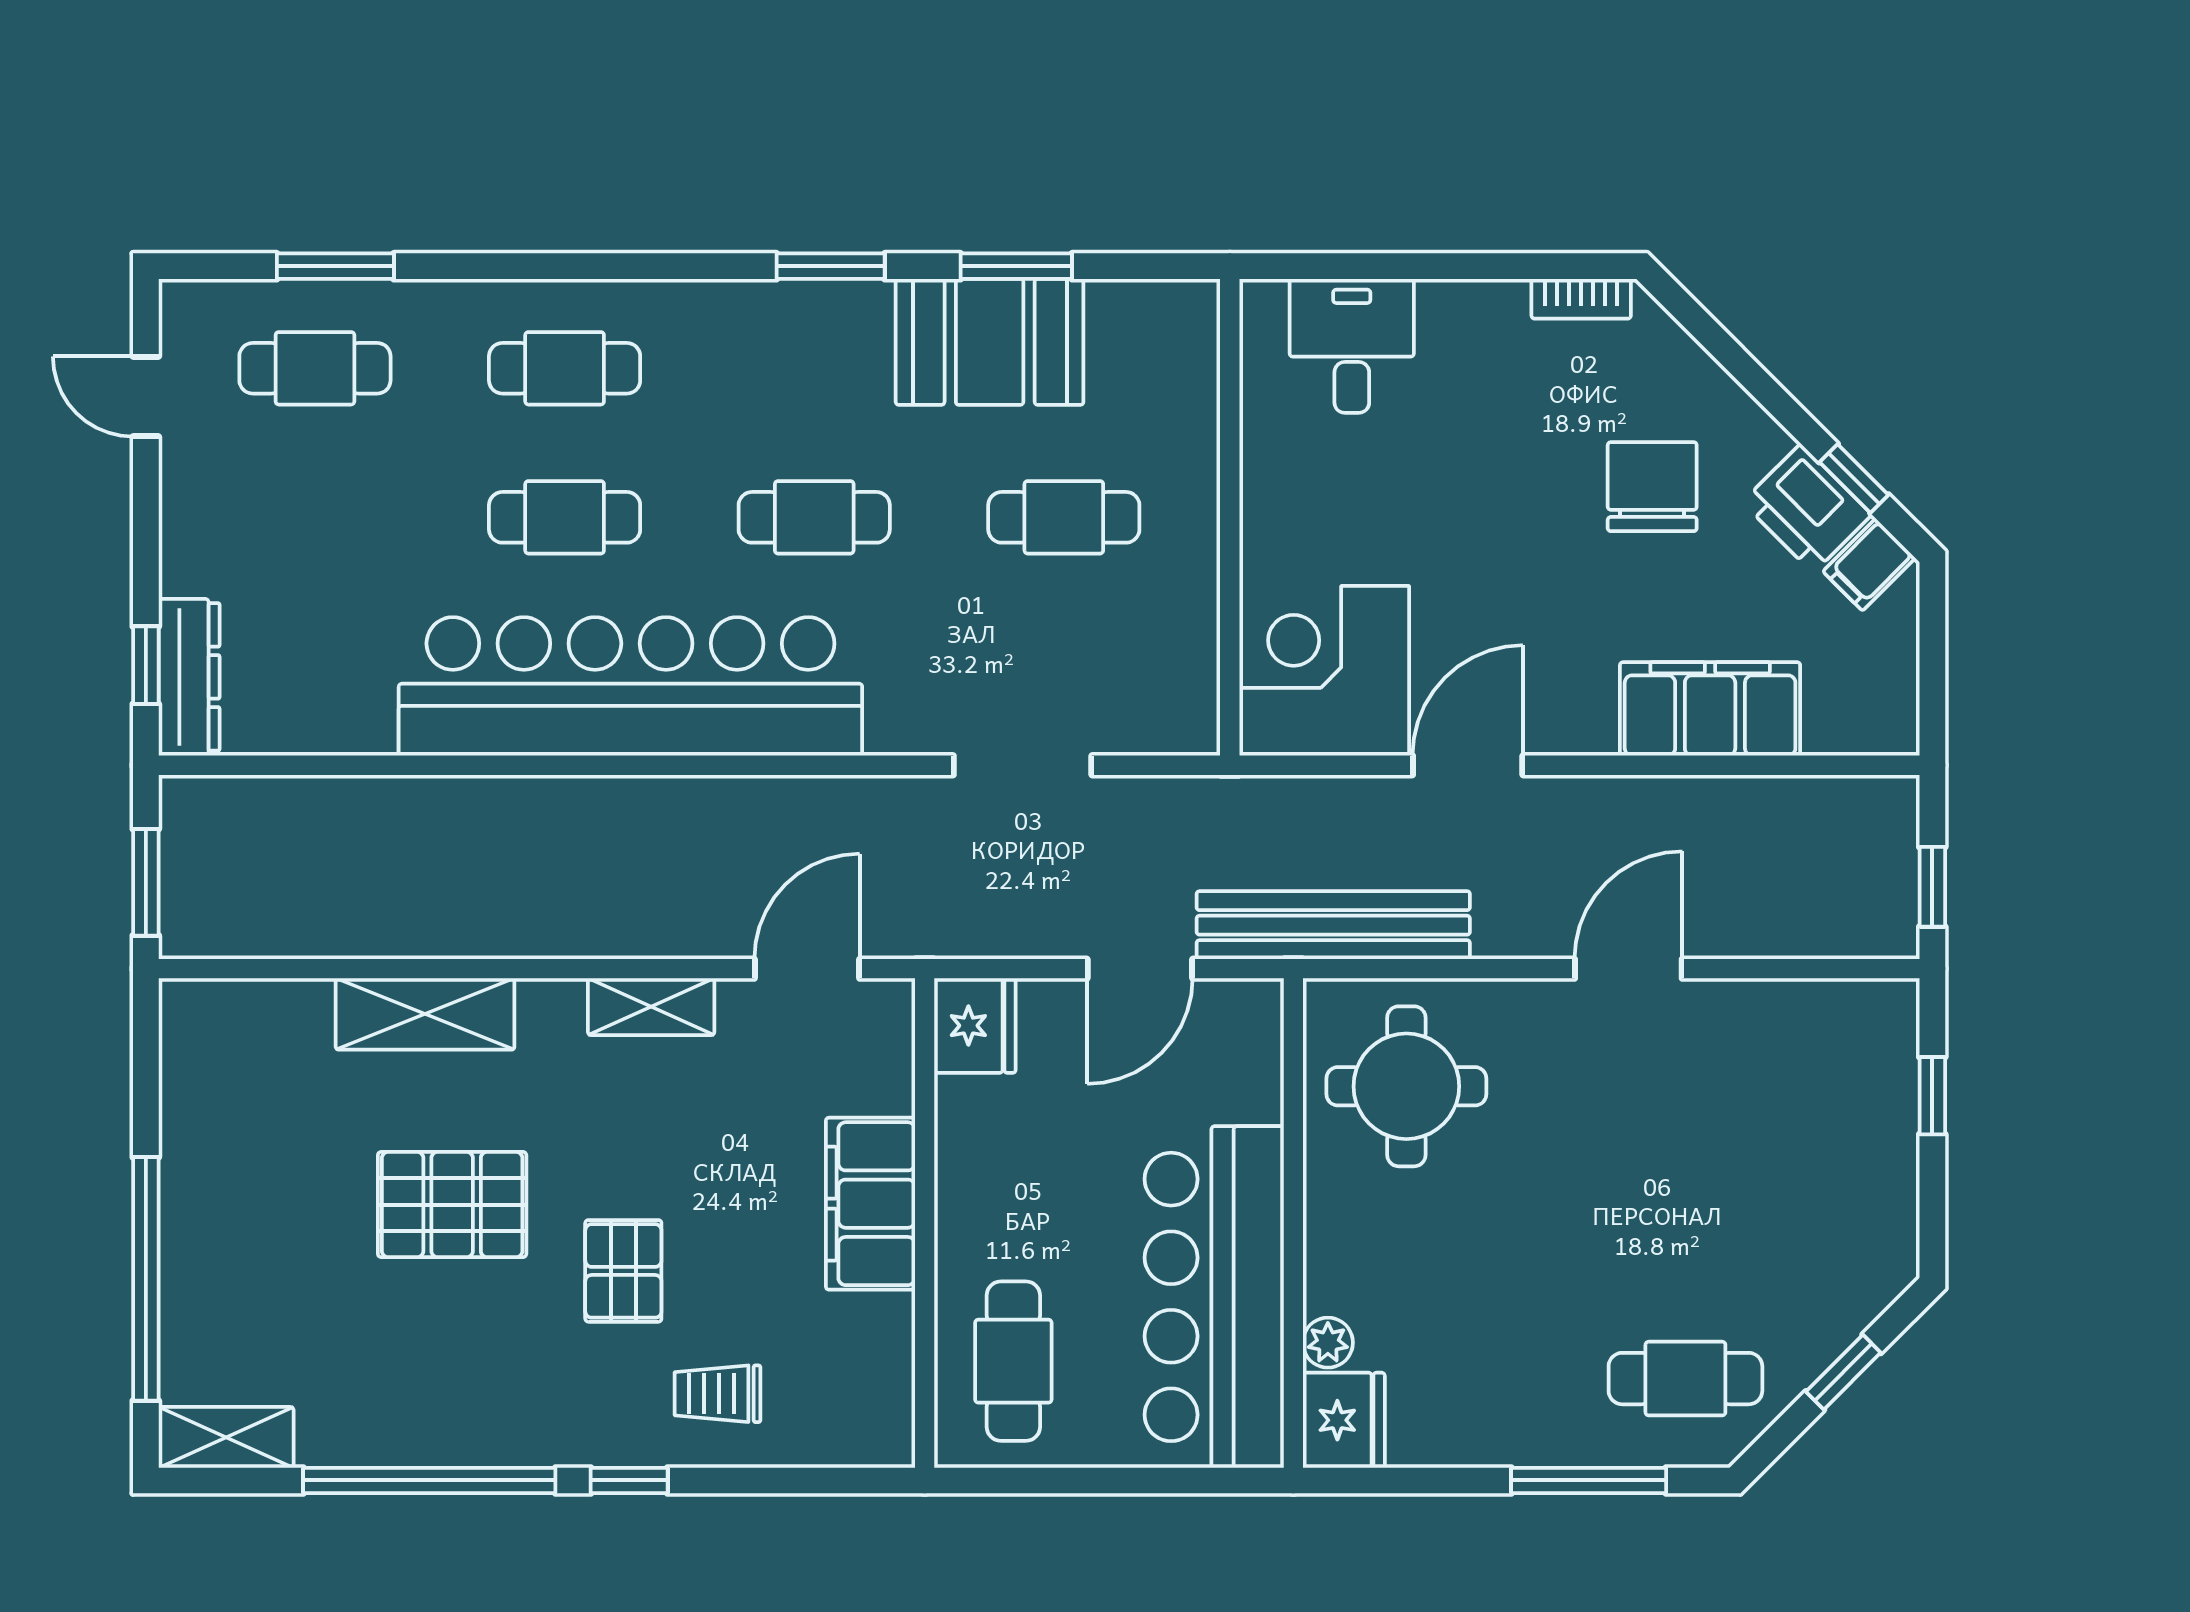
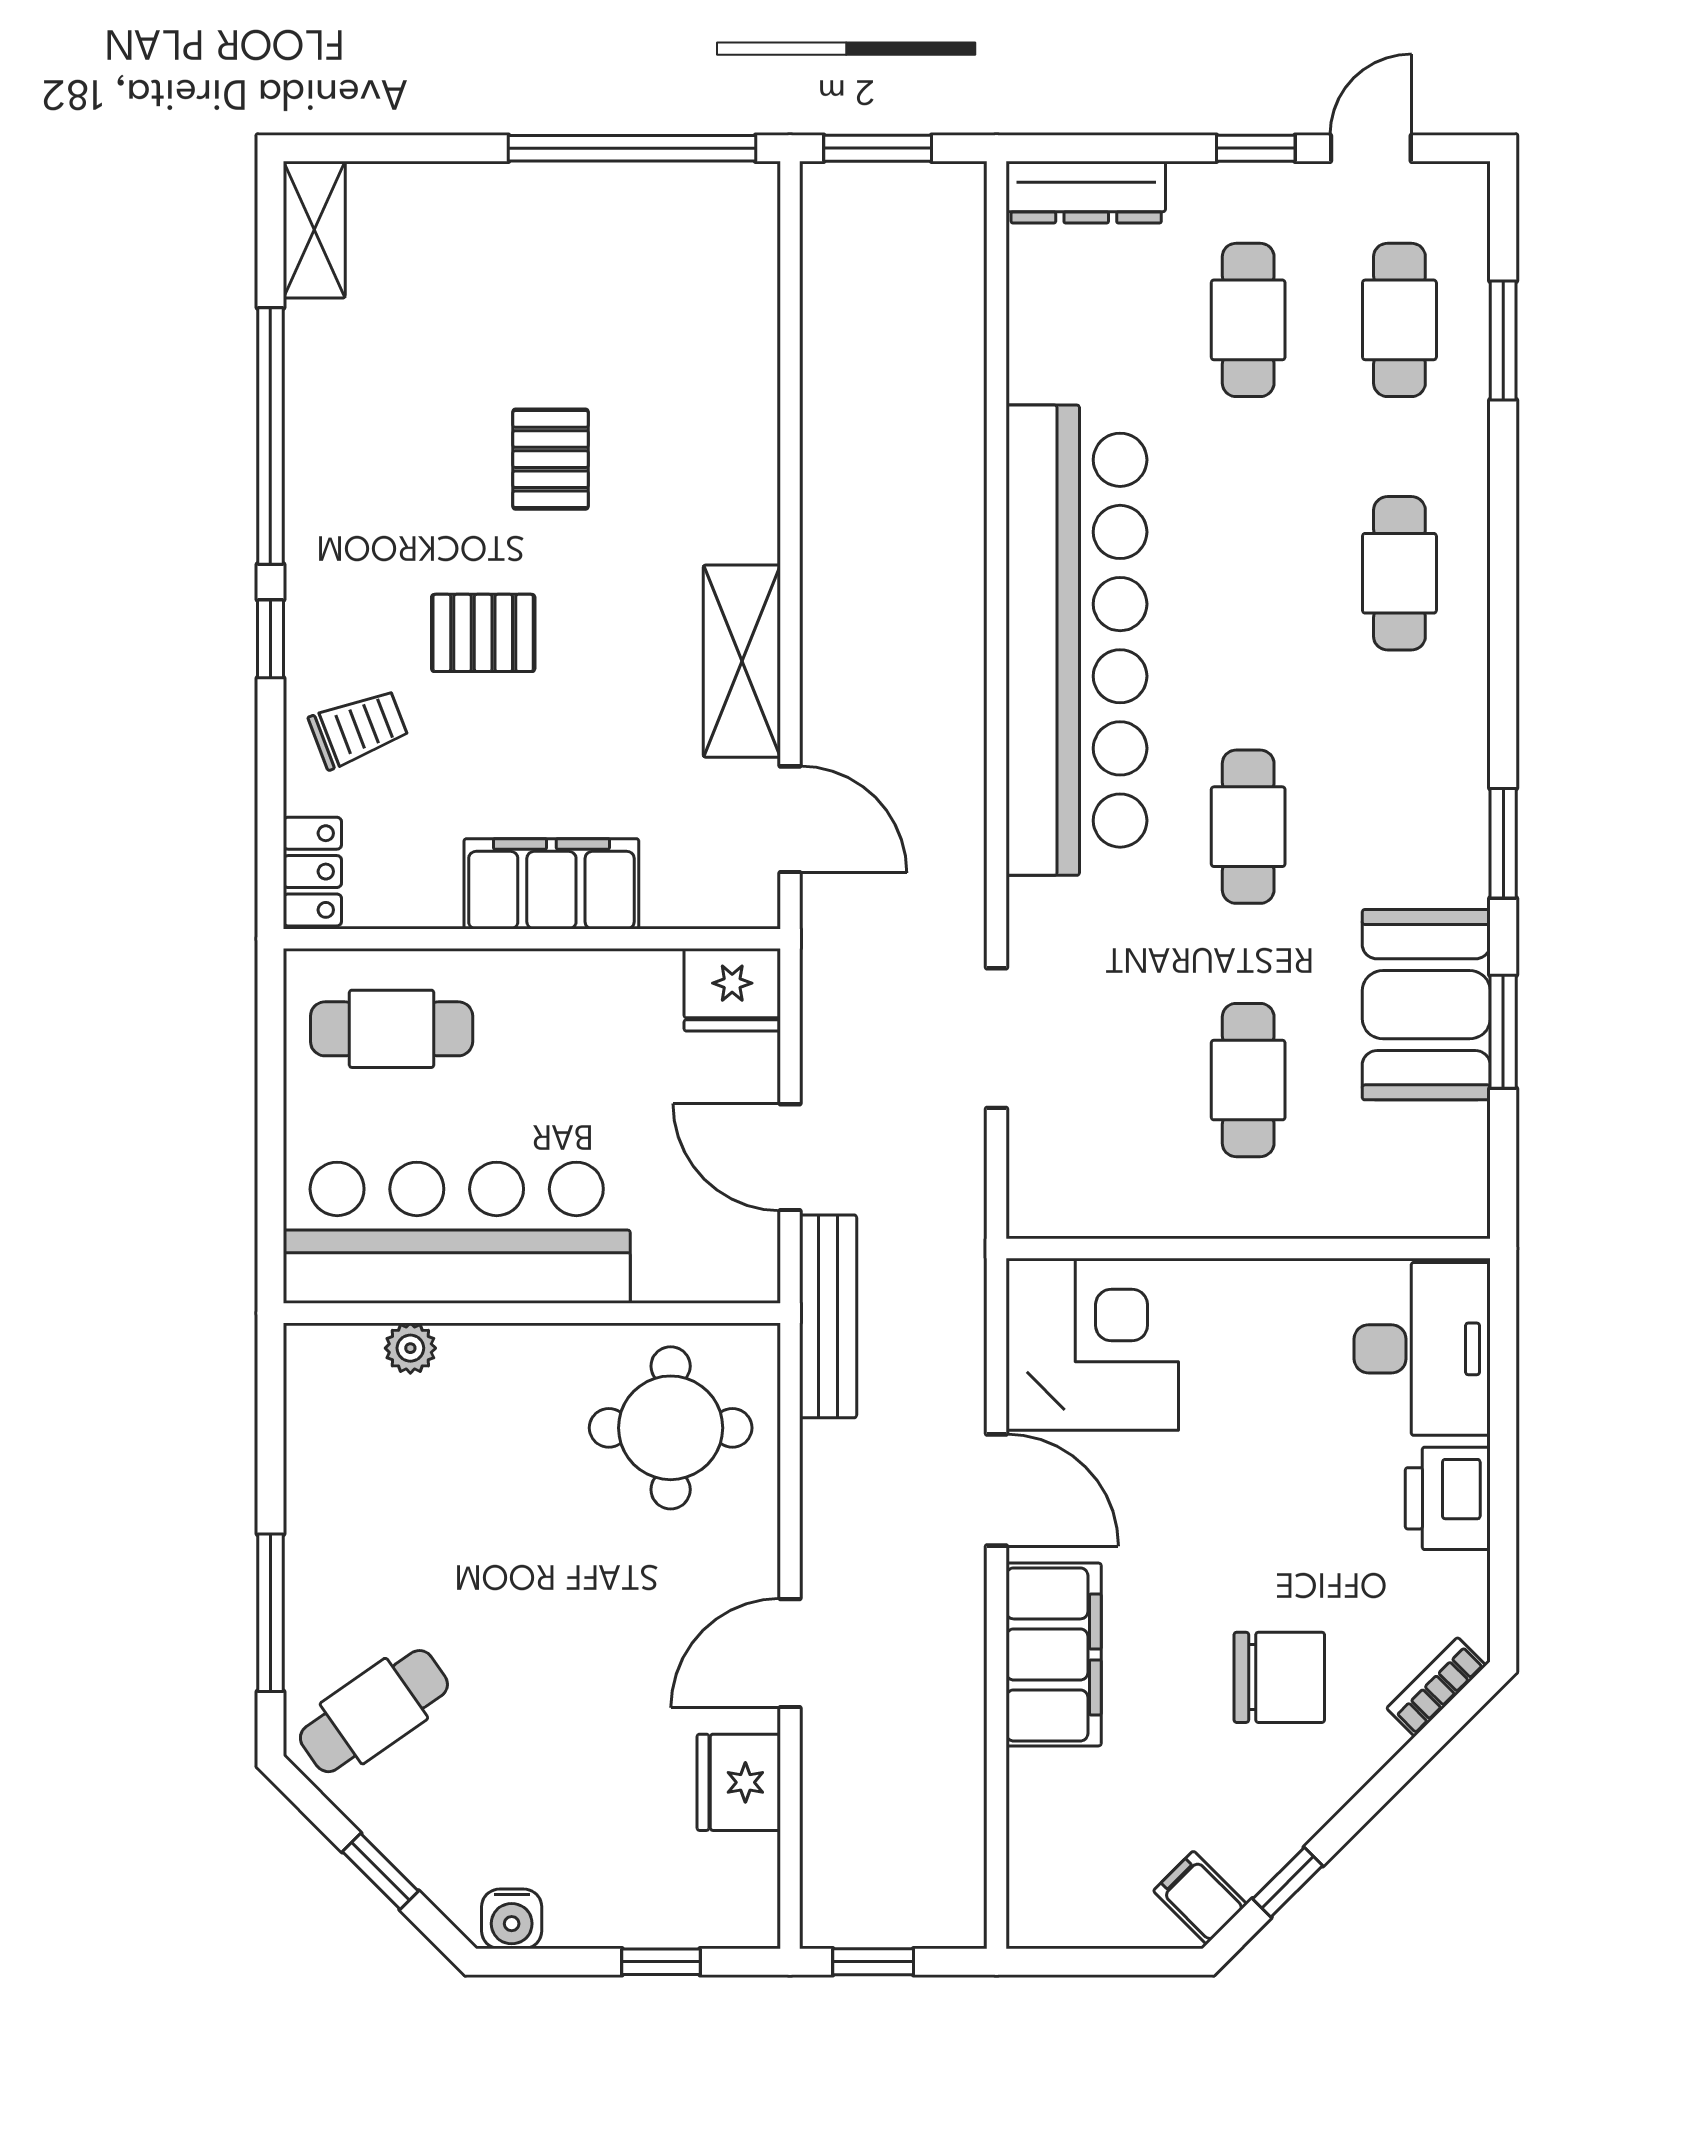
bookcase: (1581, 299) -> (1436, 1687), moved, turned 45
desk: (1352, 346) -> (1422, 1349), width x1.37
printer: (1807, 508) -> (1448, 1498), moved, turned -45
cafe table: (565, 517) -> (1248, 320), moved
window: (146, 665) -> (1256, 148), moved
filing cabinet: (1710, 709) -> (1054, 1654), moved
bench: (1333, 925) -> (828, 1316), width x0.73, depth x0.82
door: (1628, 969) -> (790, 1653), swing flipped
shelving: (651, 1007) -> (742, 661), width x1.50, depth x1.33
shelving: (425, 1014) -> (744, 432), removed
pallet: (452, 1205) -> (551, 459), width x0.67, depth x0.71
water cooler: (1890, 1243) -> (512, 1919), added
window: (146, 1279) -> (632, 148), moved
cafe table: (1685, 1379) -> (374, 1711), turned 55
trolley: (718, 1394) -> (358, 729), turned 69
fridge: (1344, 1420) -> (739, 1782), moved, turned 90
locker: (858, 1439) -> (312, 872), added

